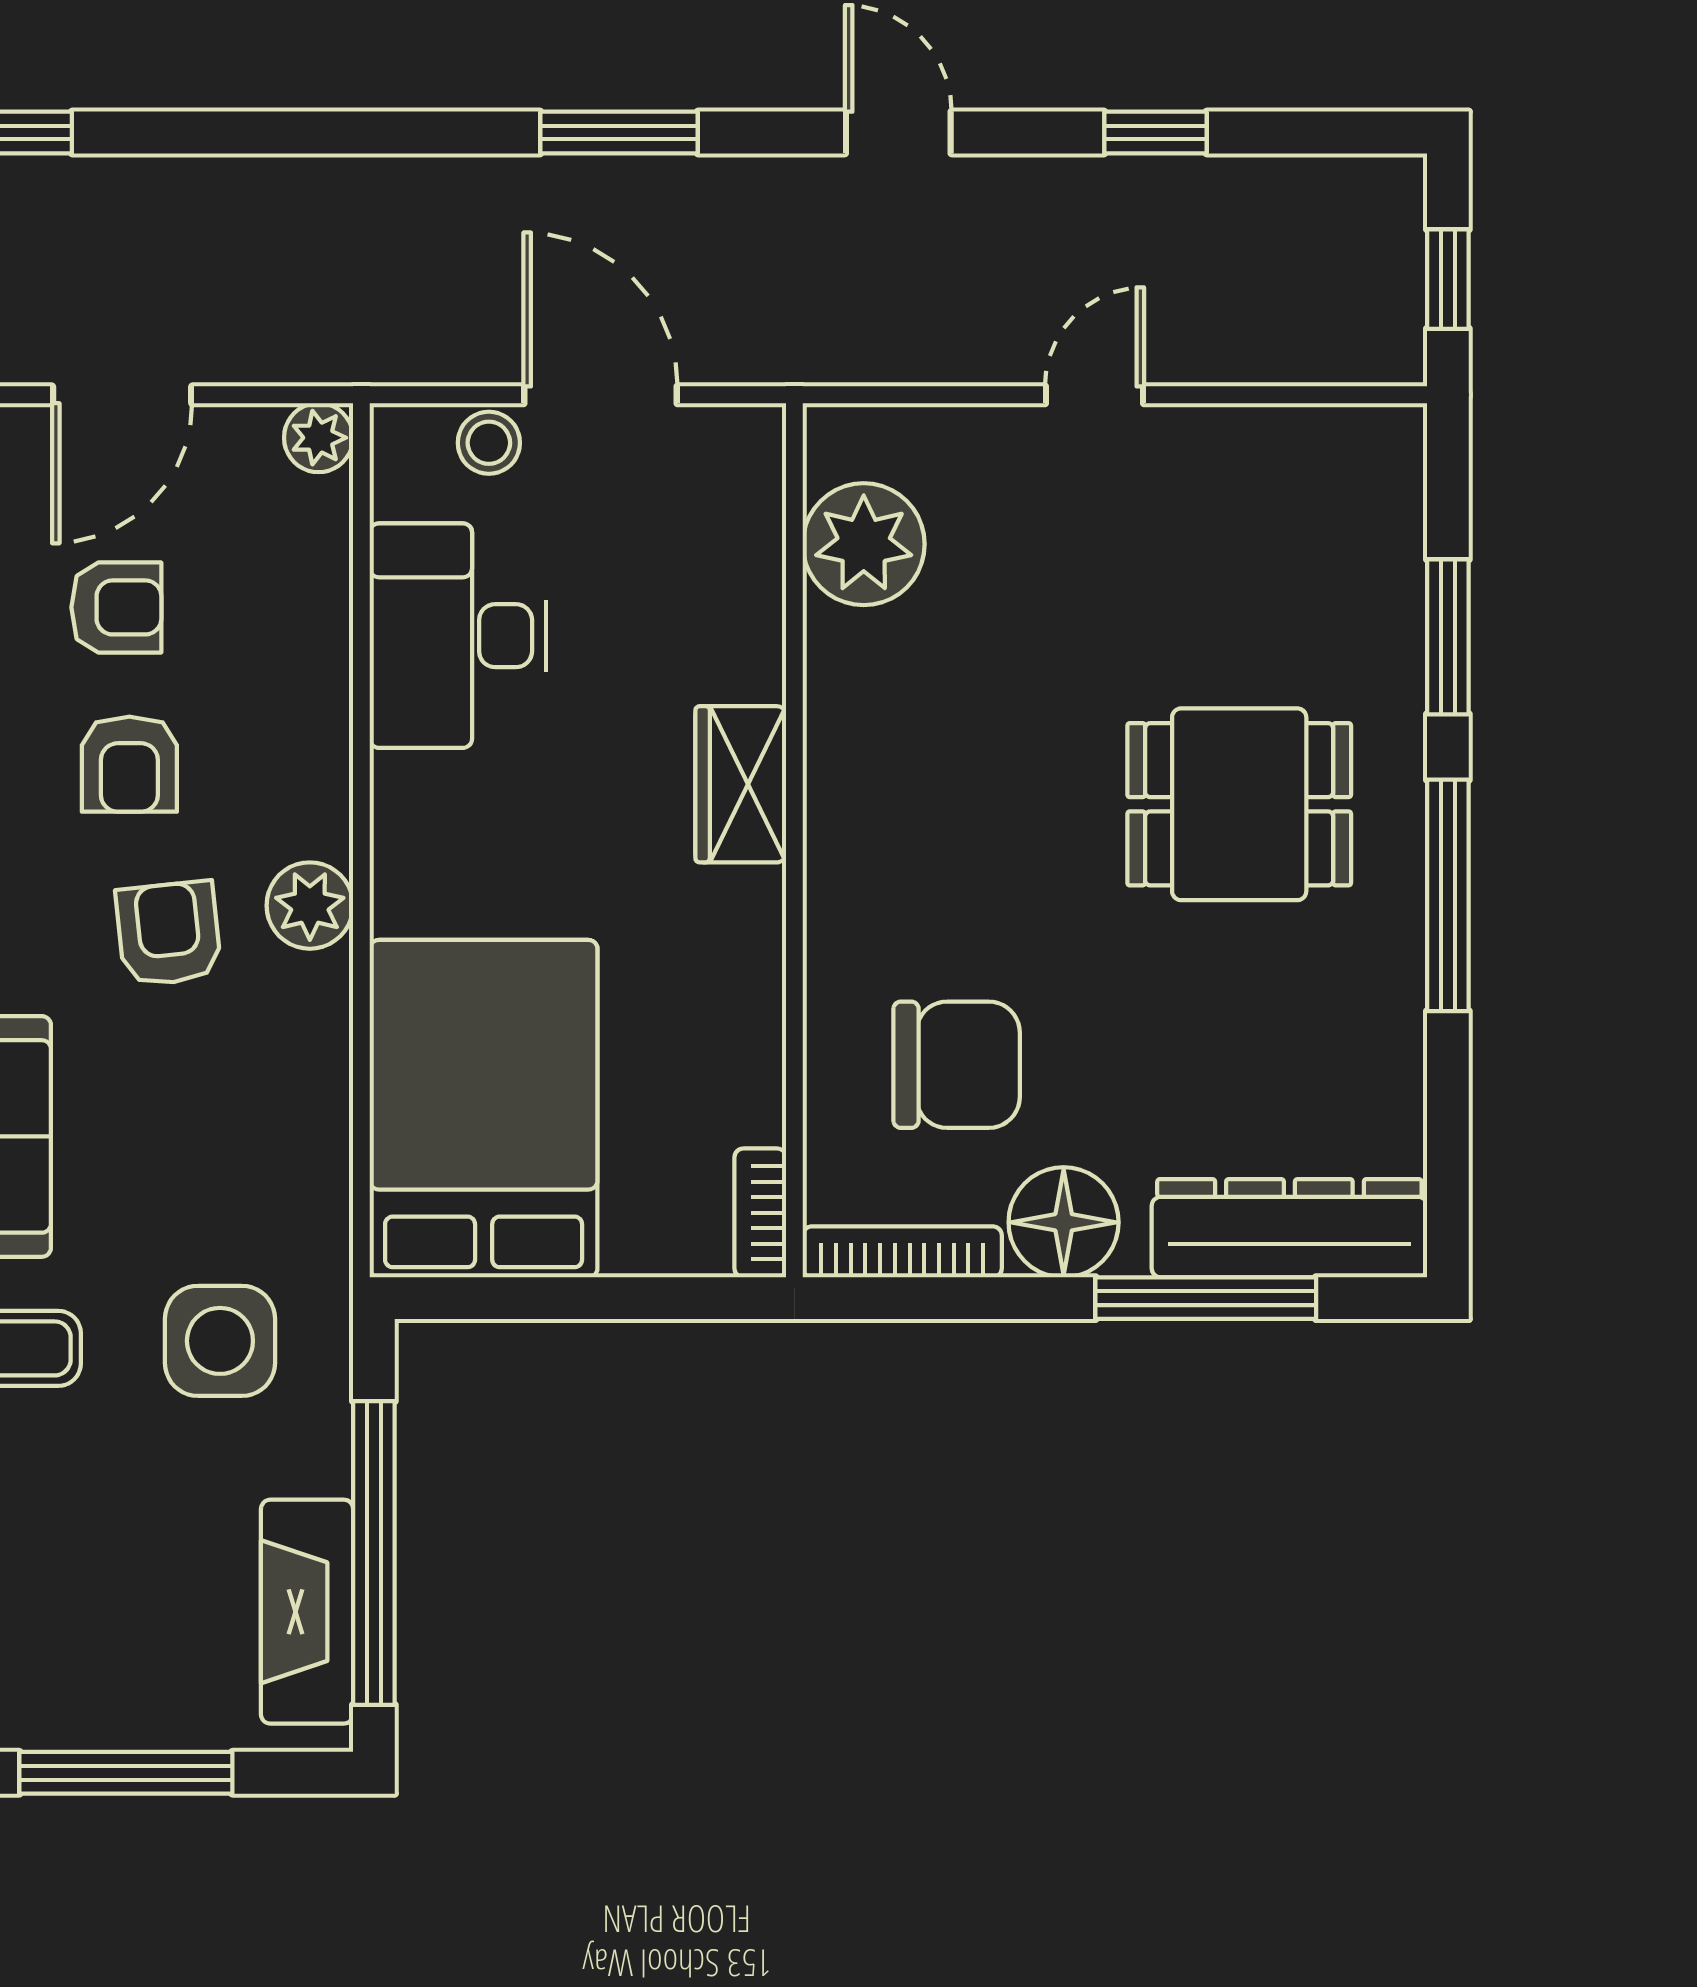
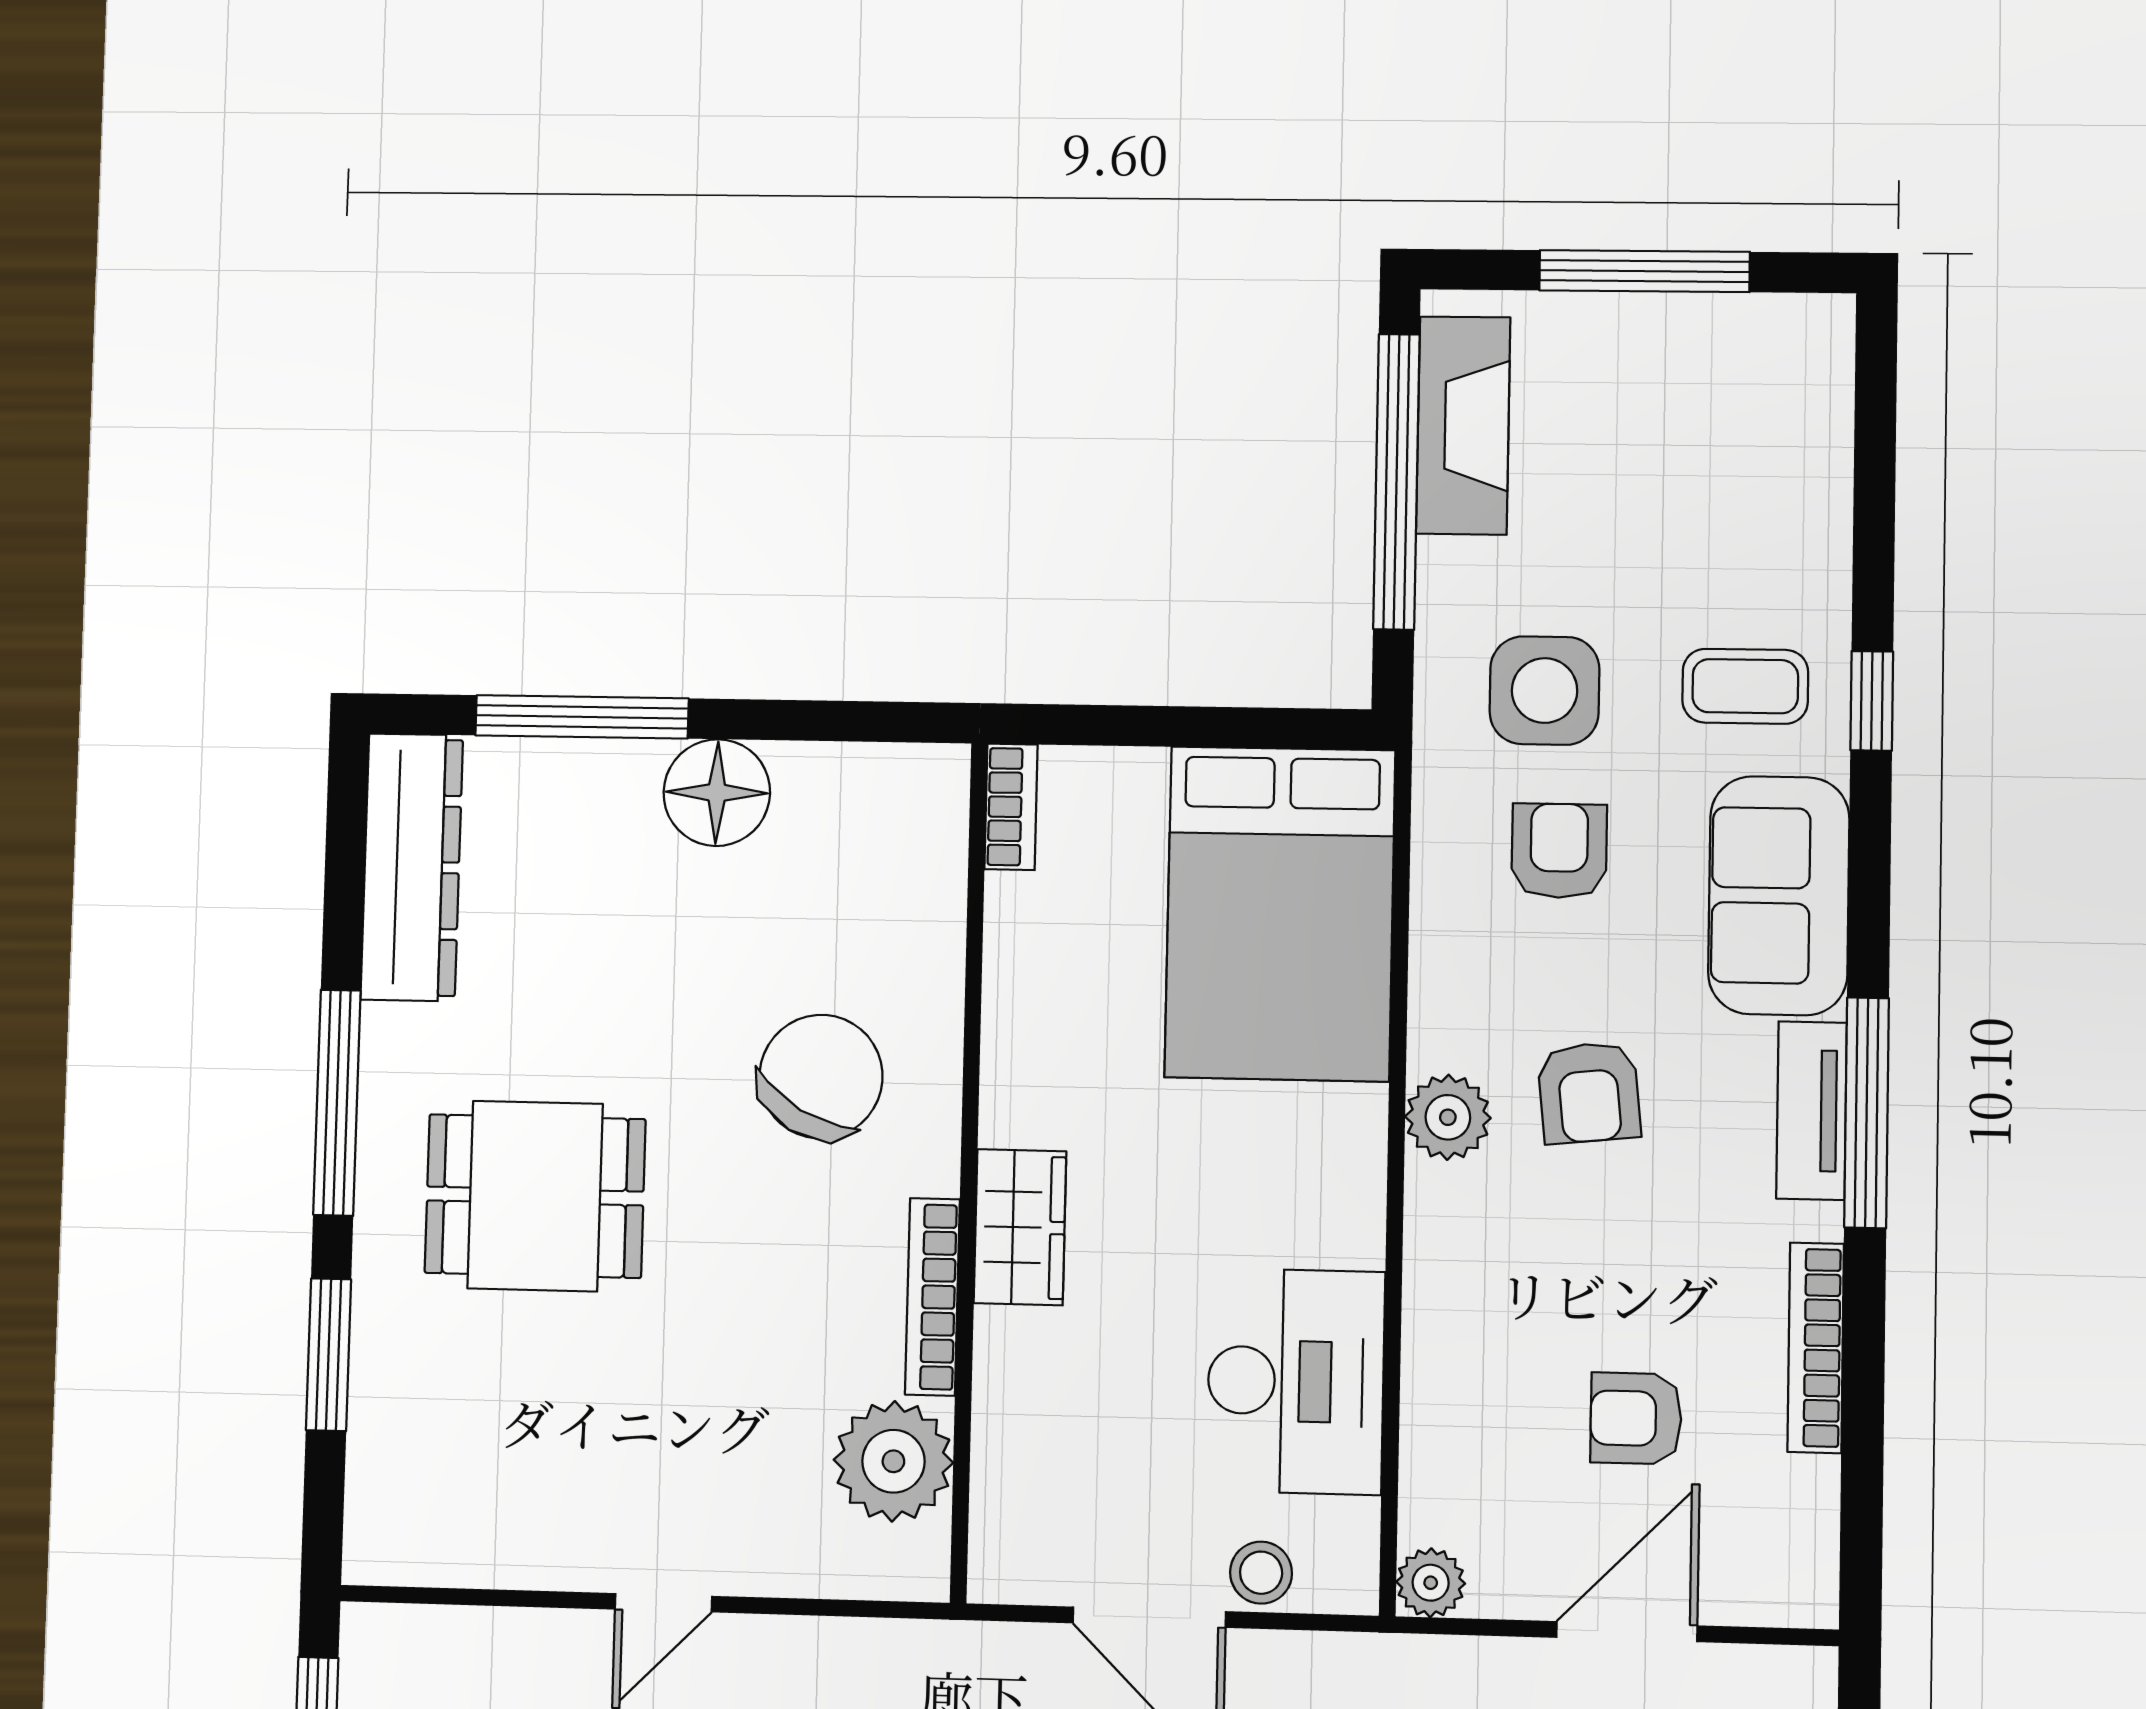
armchair: (129, 764) -> (1559, 851), moved
chair: (957, 1065) -> (821, 1077), moved, turned 120
dresser: (1289, 1228) -> (412, 867), moved, turned -90
bookcase: (902, 1252) -> (932, 1297), moved, turned 90

